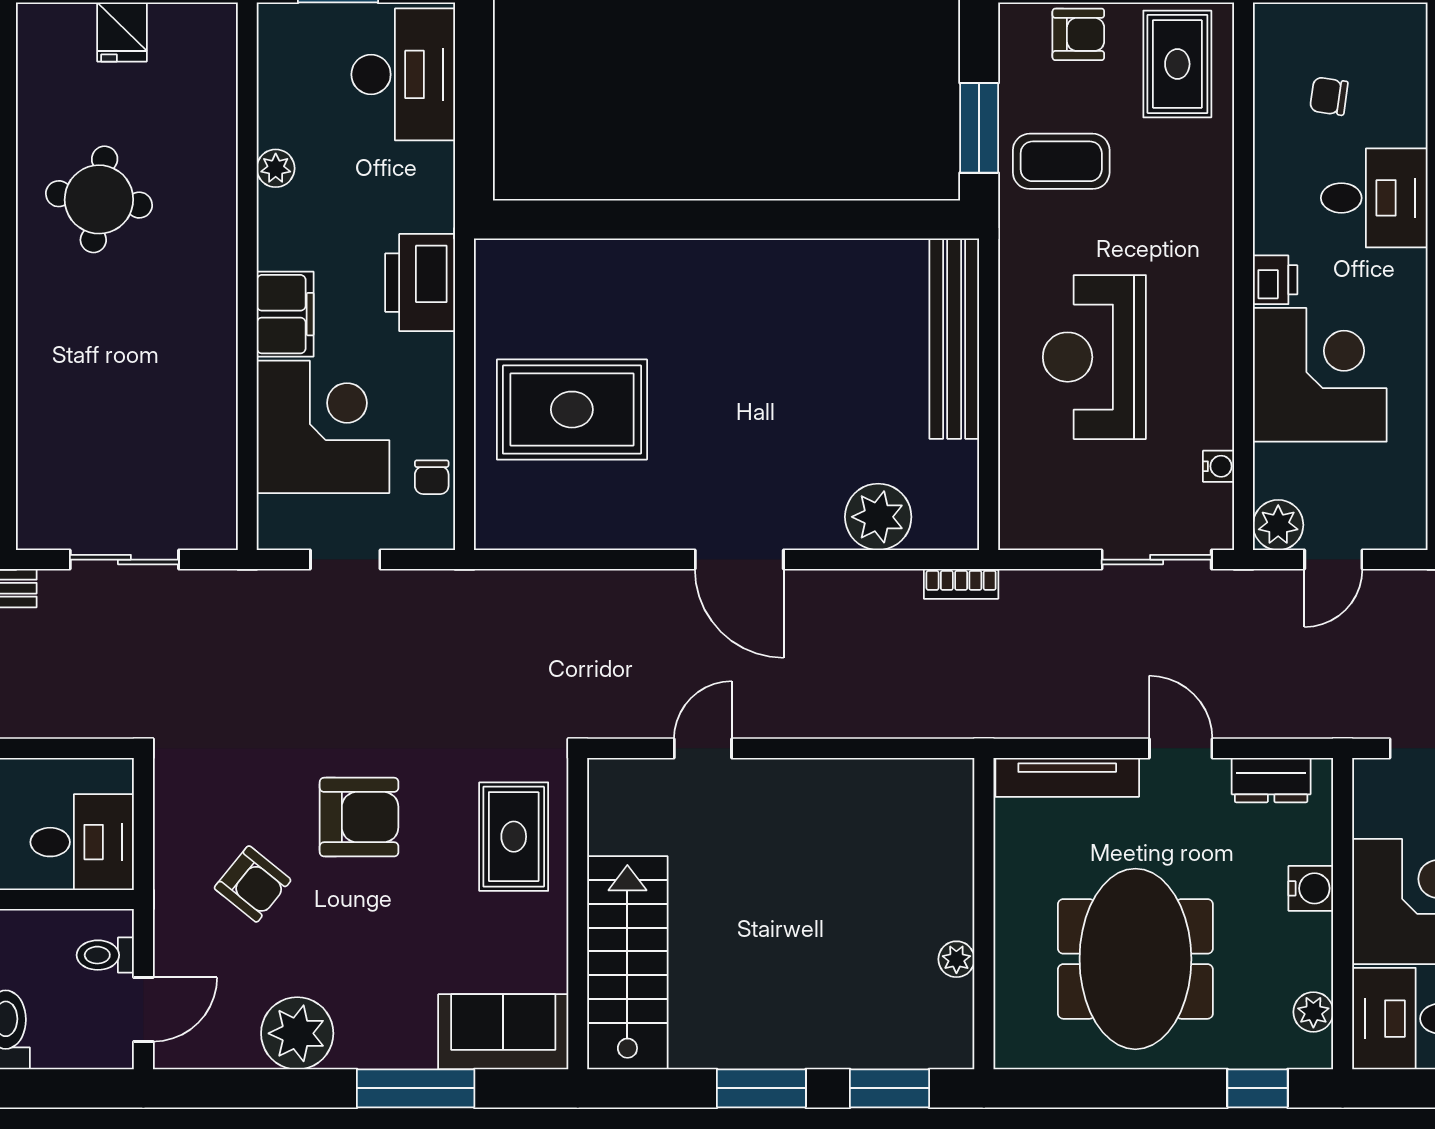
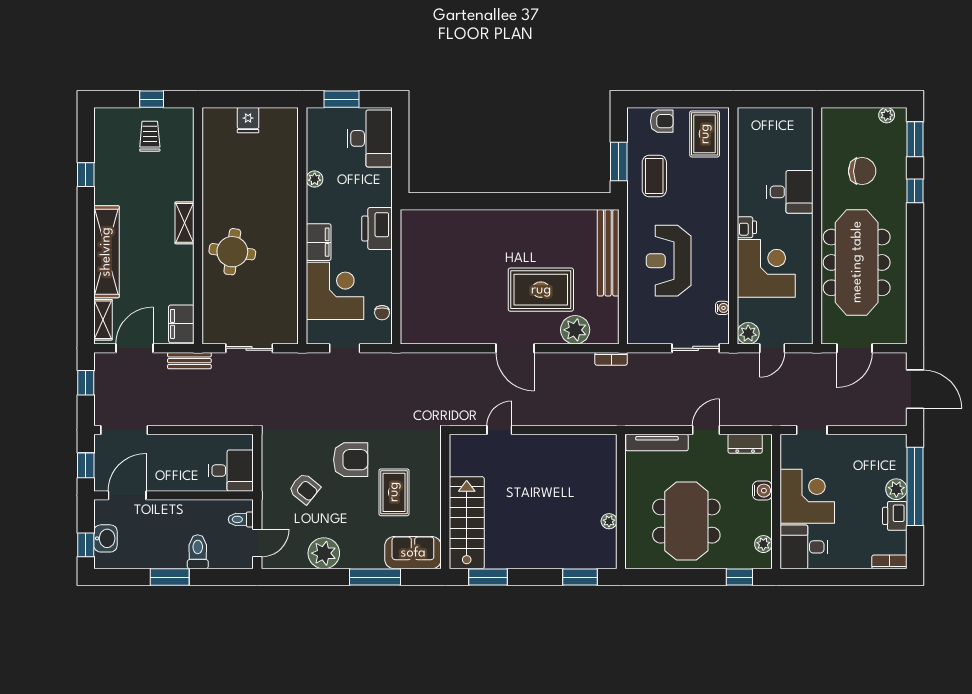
chair: (1329, 96) -> (770, 148), removed
coffee table: (1061, 161) -> (654, 176), turned 90
round table: (99, 199) -> (232, 252), moved
rug: (572, 410) -> (541, 290), moved
door: (1181, 748) -> (706, 430), hinge flipped
rug: (514, 837) -> (394, 492), moved
window: (761, 1088) -> (488, 577), moved

